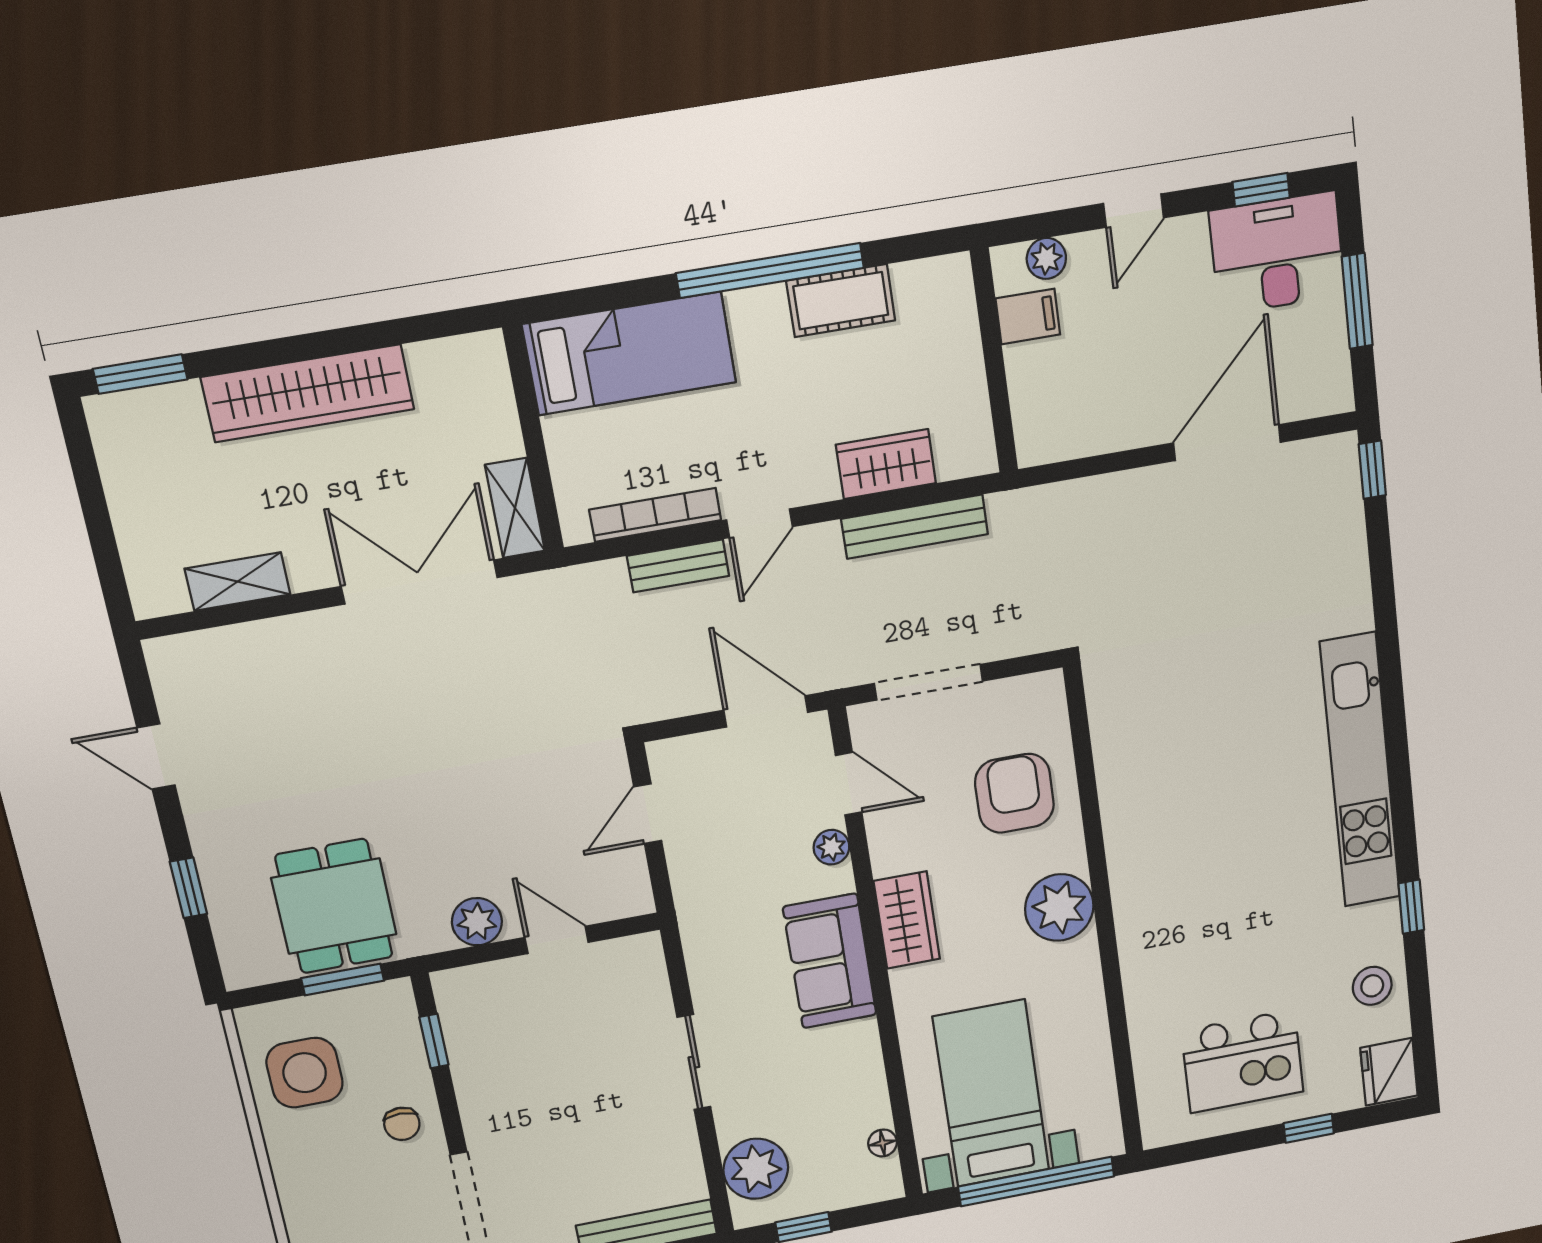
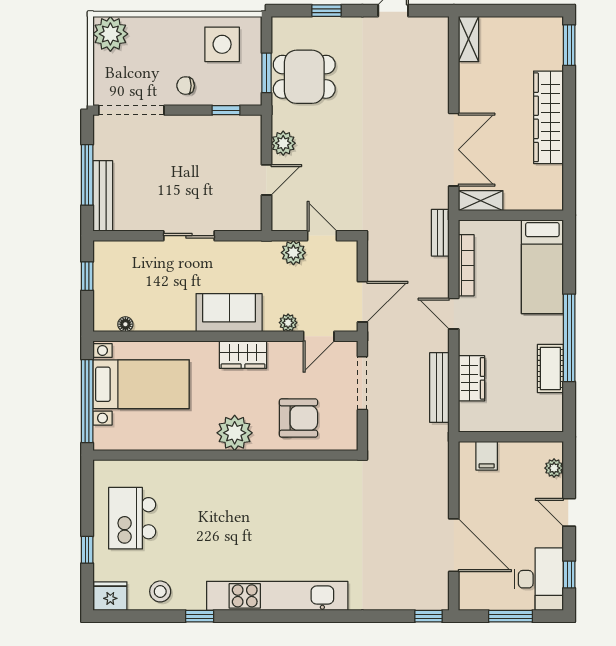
filing cabinet: (1028, 317) -> (487, 456), moved
bench: (678, 566) -> (440, 233), moved
shelving: (238, 582) -> (469, 39), moved
plant: (756, 1169) -> (293, 253), moved, width x0.73, depth x0.73

